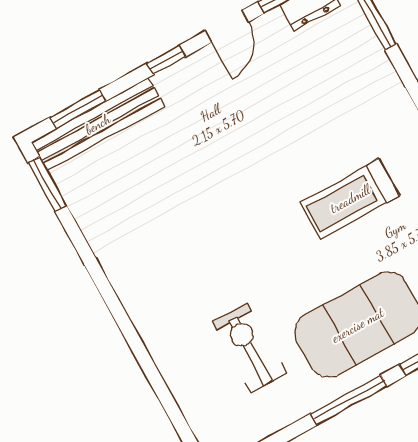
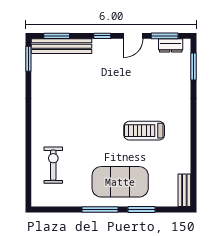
exercise bike: (249, 348) -> (53, 165), moved

